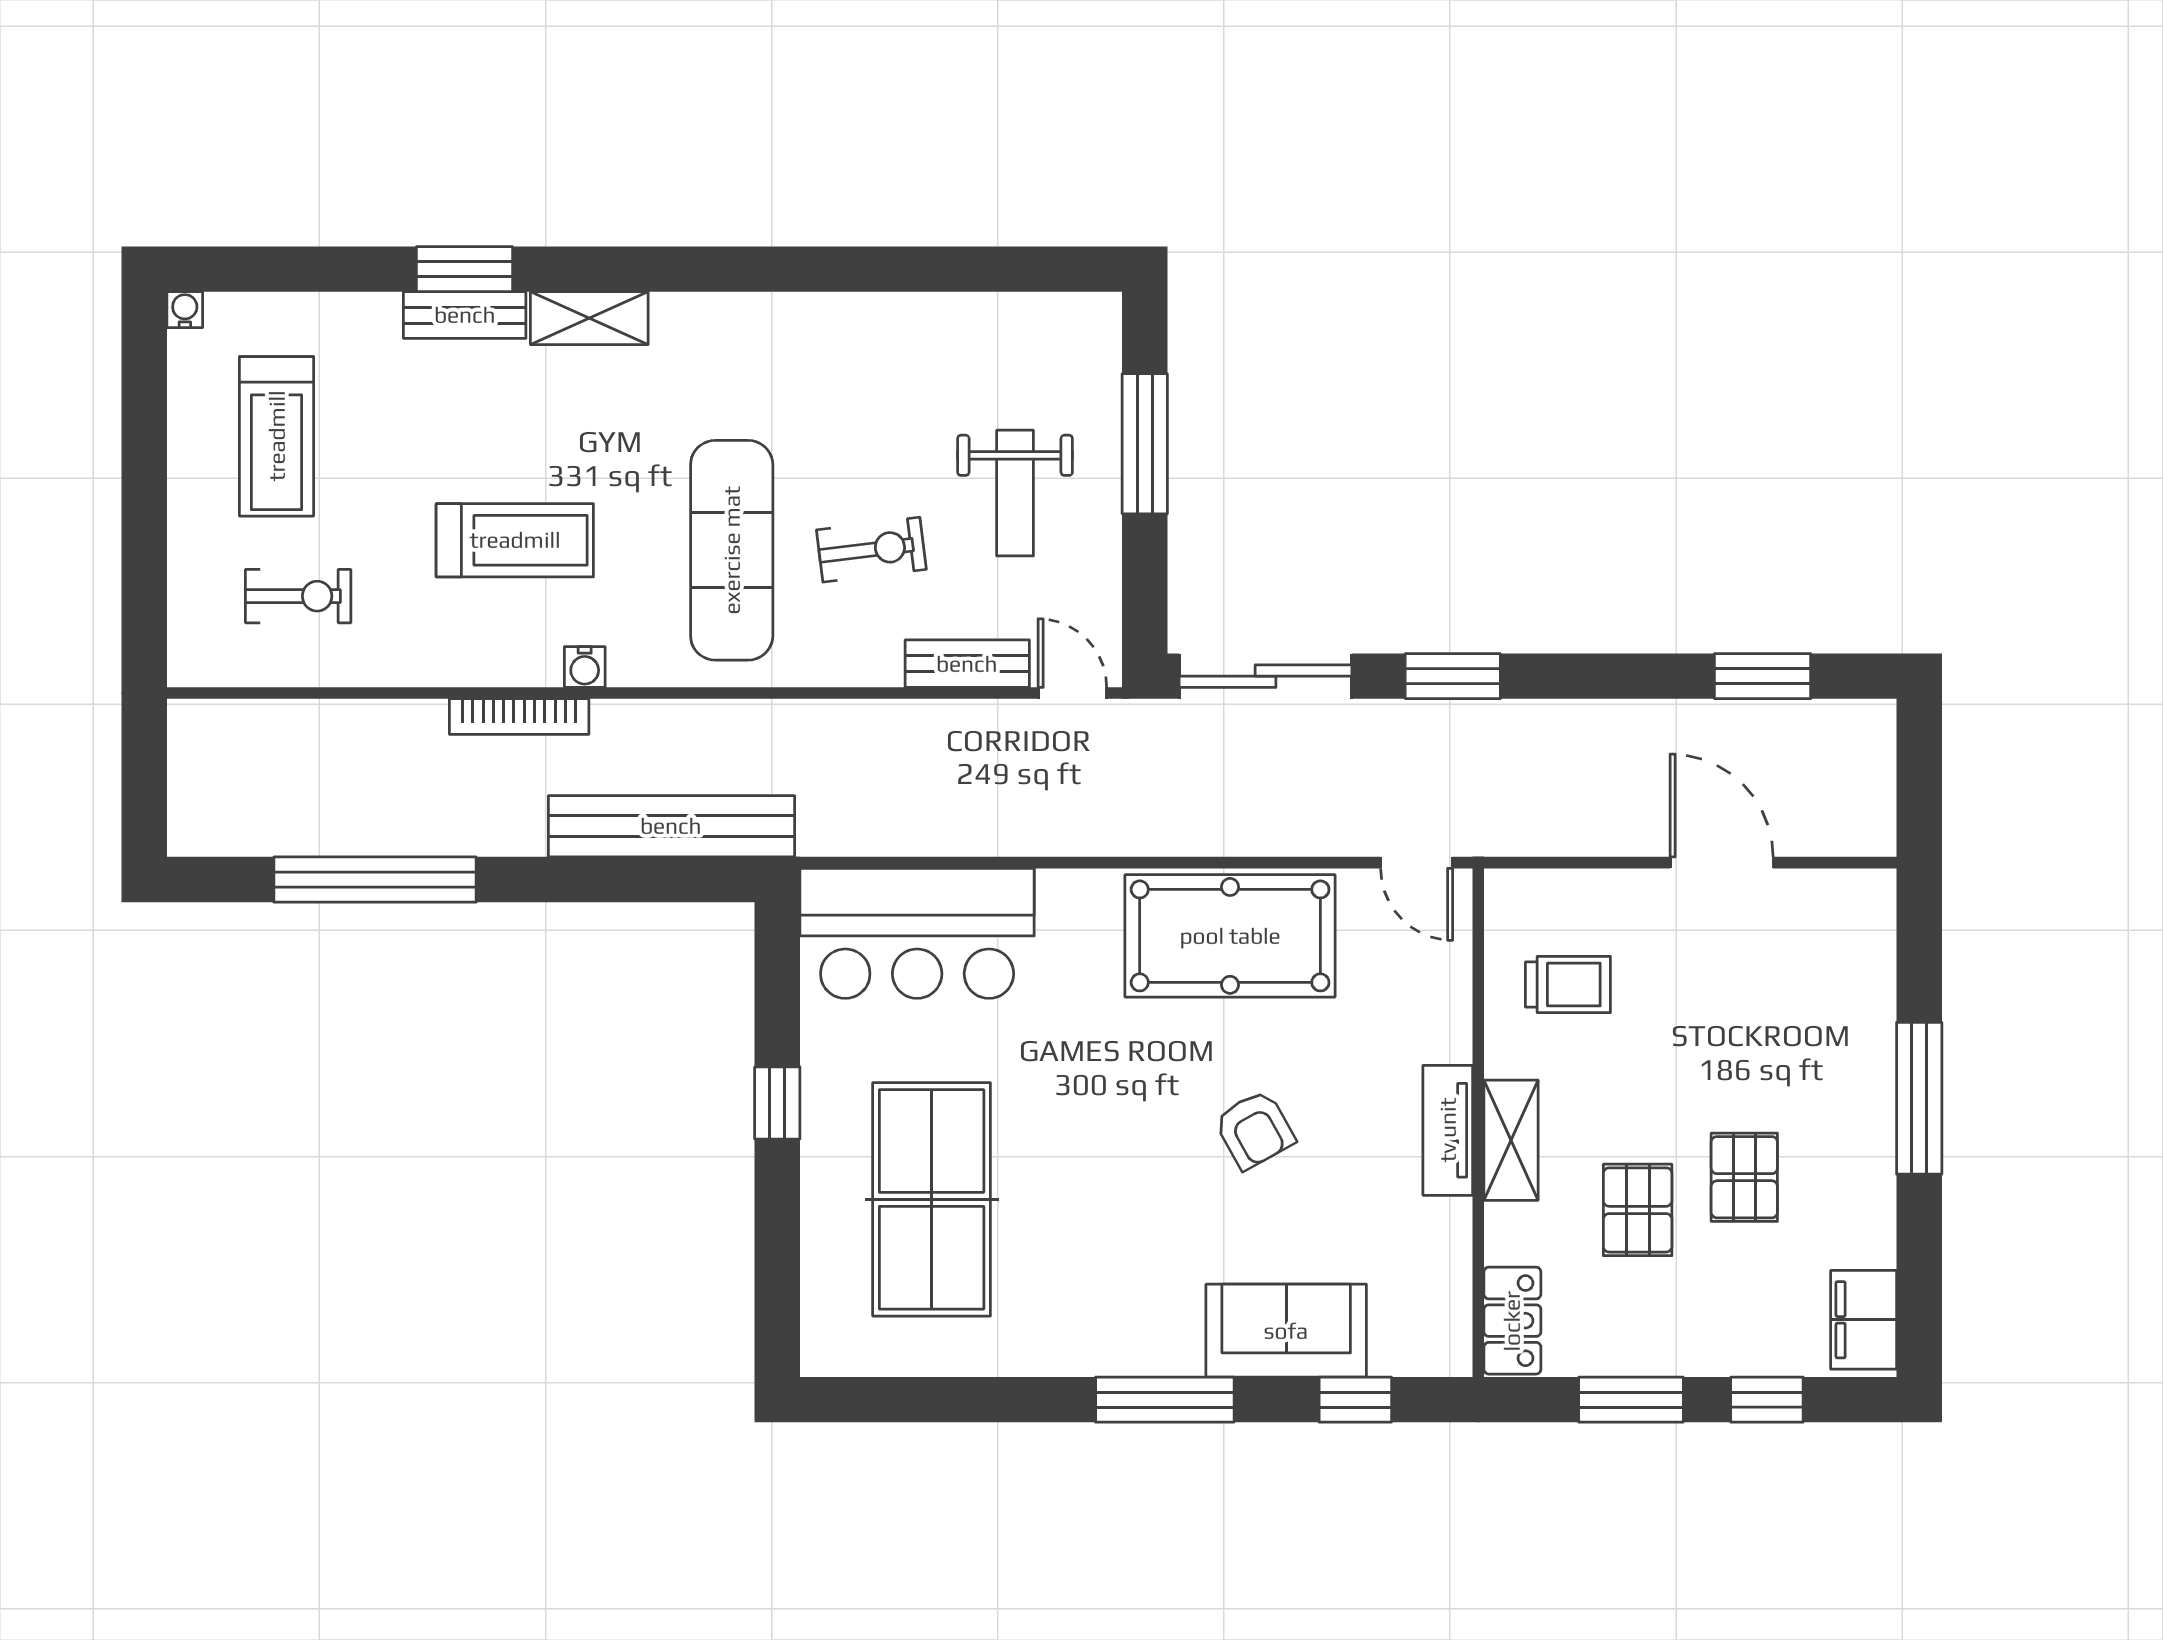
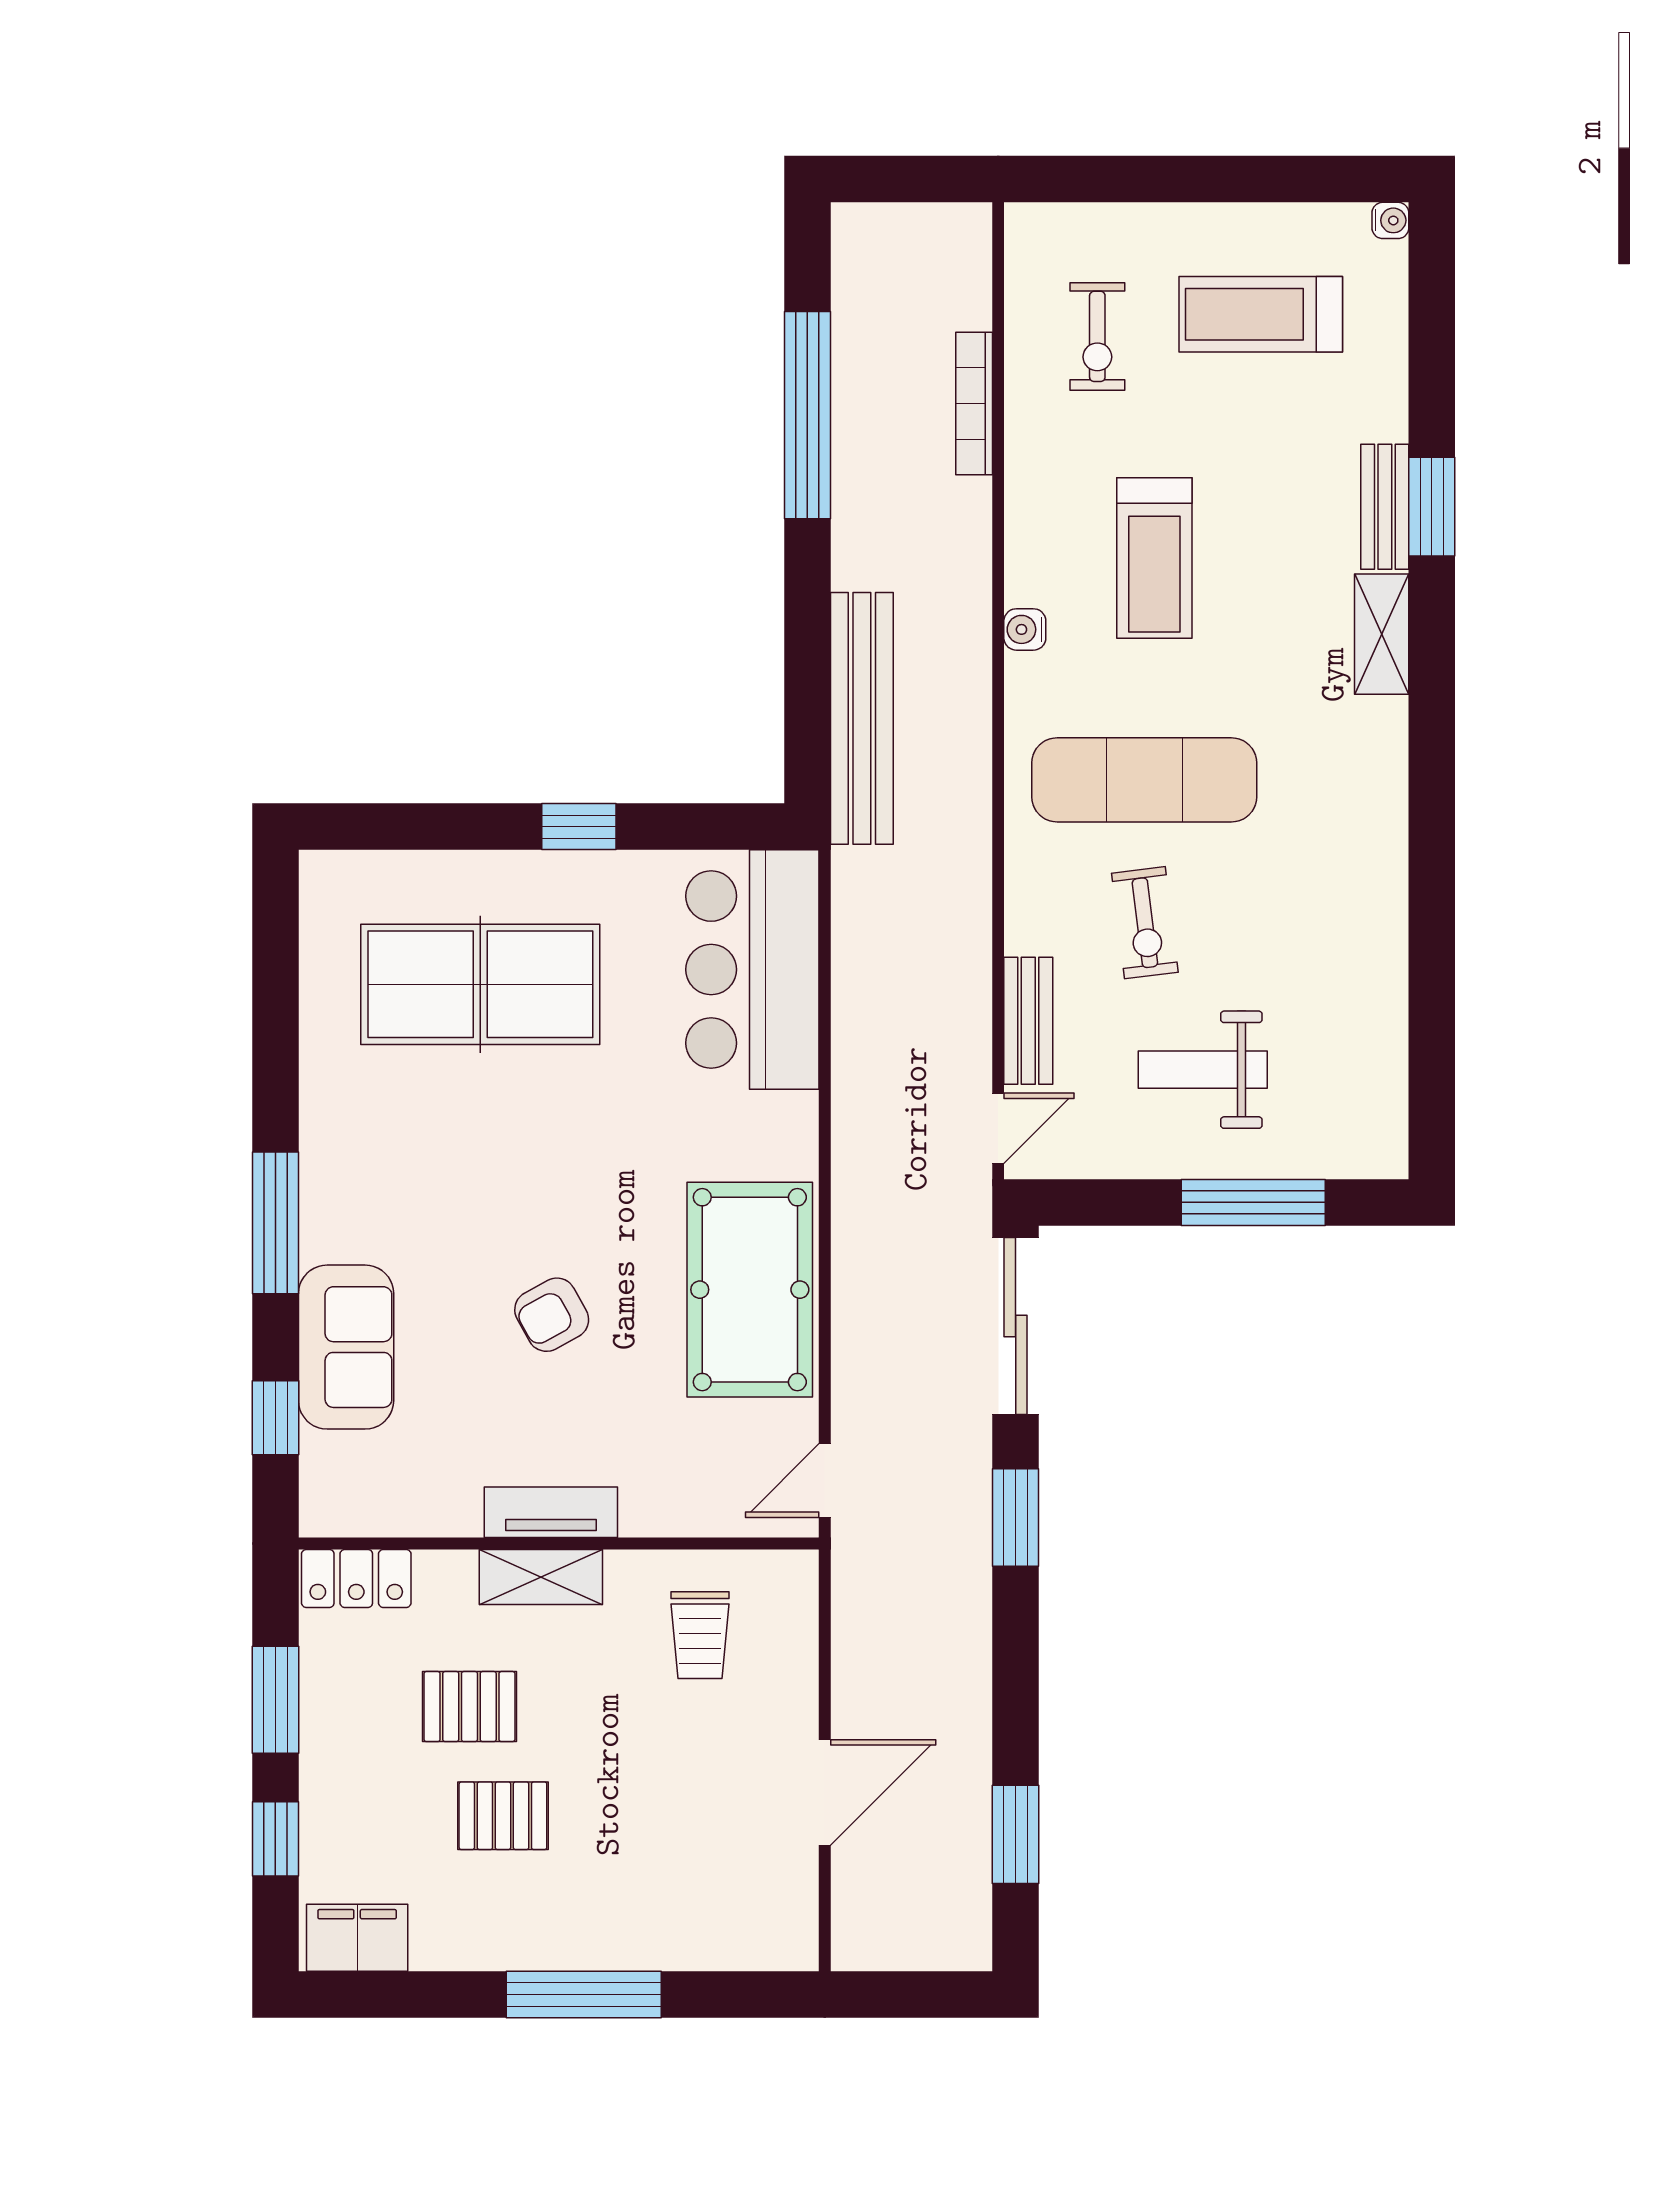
bookcase: (519, 717) -> (974, 404), moved

